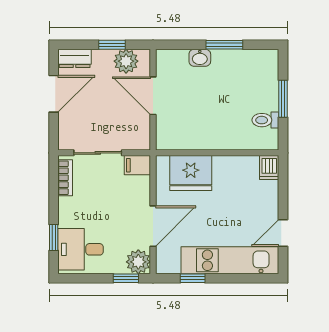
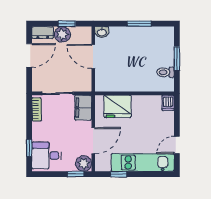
washbasin: (200, 58) -> (102, 32), moved
plant: (126, 61) -> (62, 34), moved
filing cabinet: (137, 165) -> (83, 108), width x2.00

